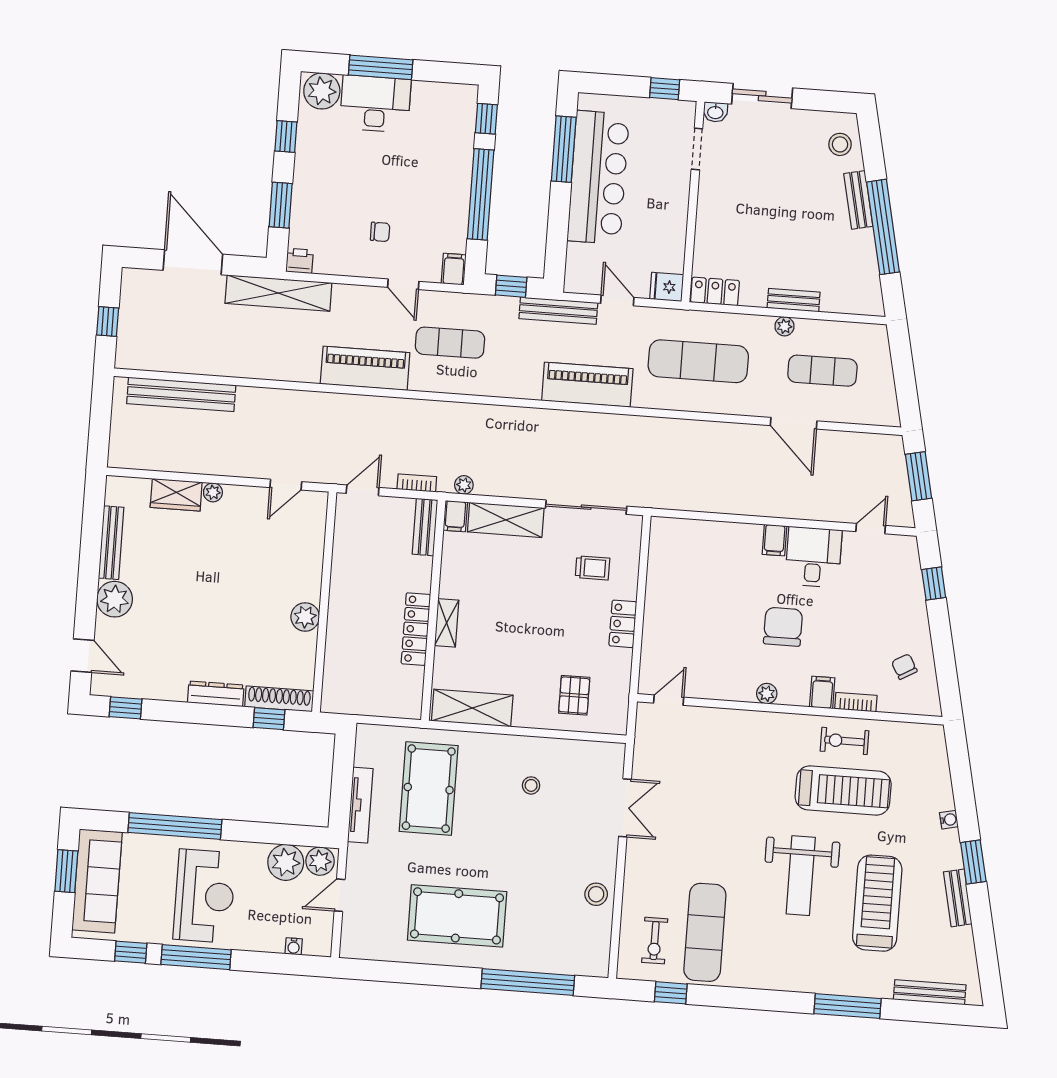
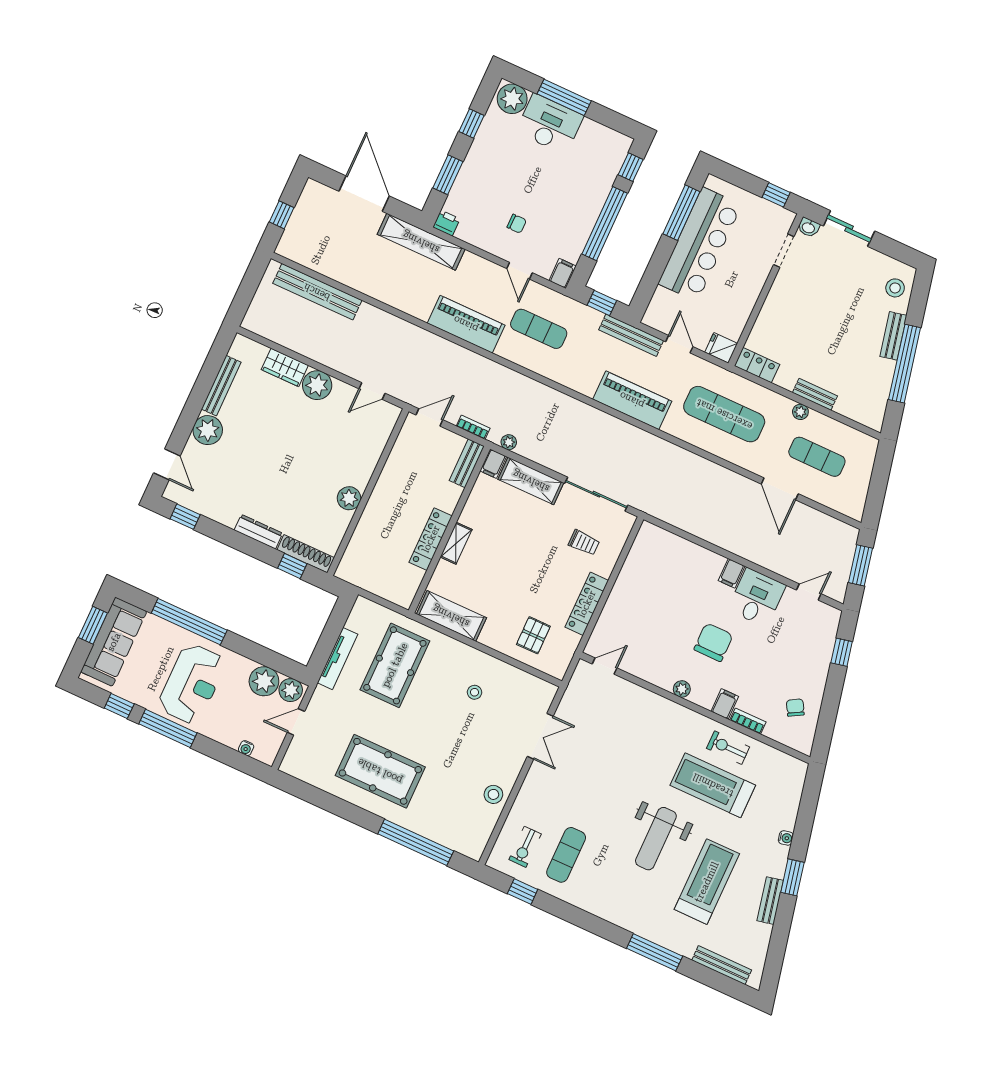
plant: (213, 492) -> (317, 385), width x1.88, depth x1.88
locker: (623, 624) -> (587, 604), width x1.53
treadmill: (843, 790) -> (713, 785), turned 180
exercise mat: (705, 932) -> (566, 855), width x0.73, depth x0.69

